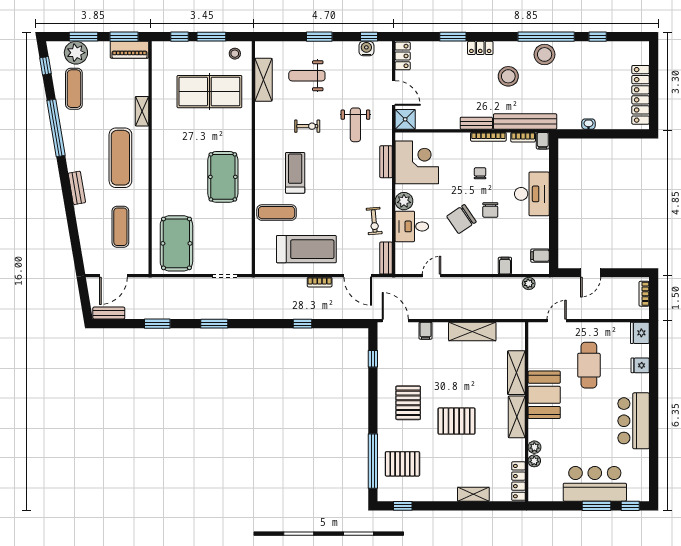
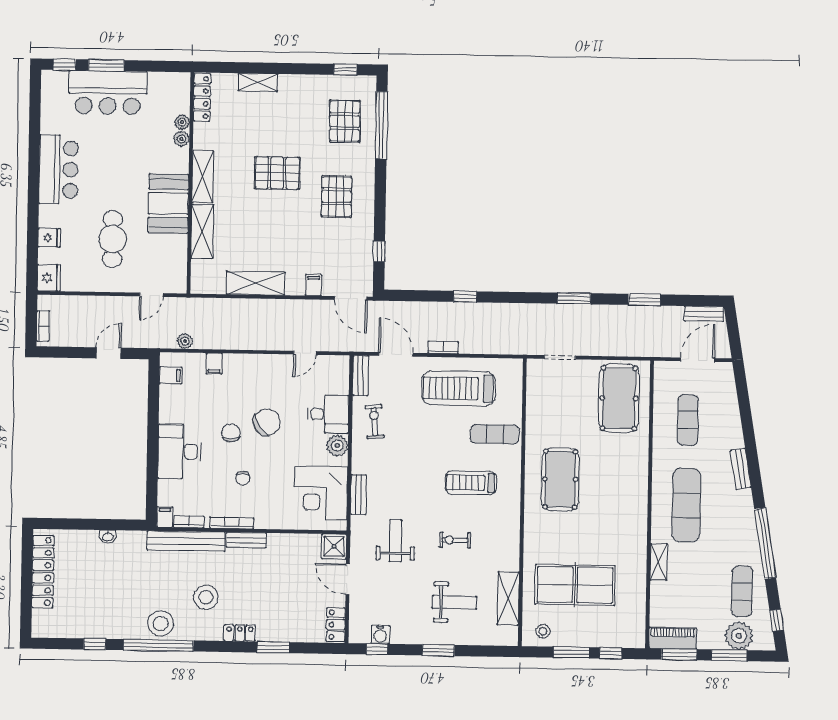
treadmill: (295, 173) -> (471, 483), turned 90
pallet: (402, 464) -> (345, 121), turned 90

